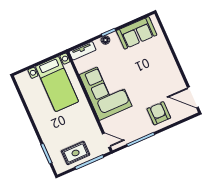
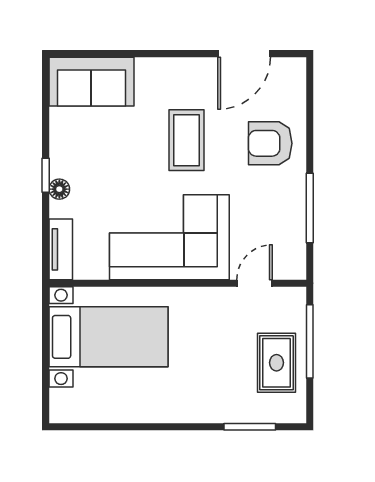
sofa: (137, 33) -> (91, 82), moved, turned 90
coffee table: (146, 81) -> (187, 140), added
door: (193, 97) -> (244, 54), moved
door: (106, 140) -> (255, 283), moved

